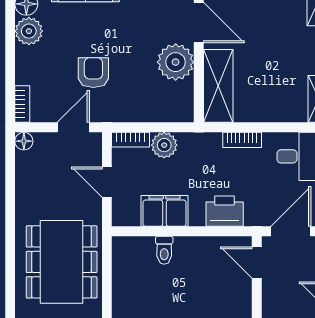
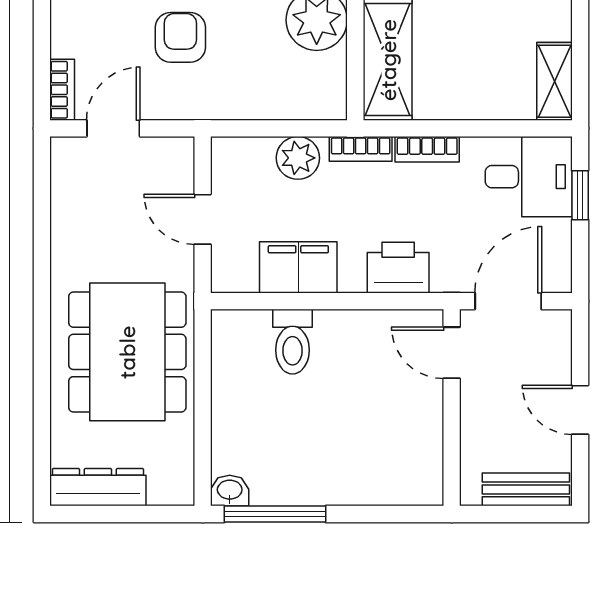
door: (73, 127) -> (113, 128), moved
bookcase: (131, 140) -> (361, 149), moved
floor lamp: (24, 141) -> (65, 151), removed
toilet: (164, 250) -> (292, 342), width x1.37, depth x1.39

